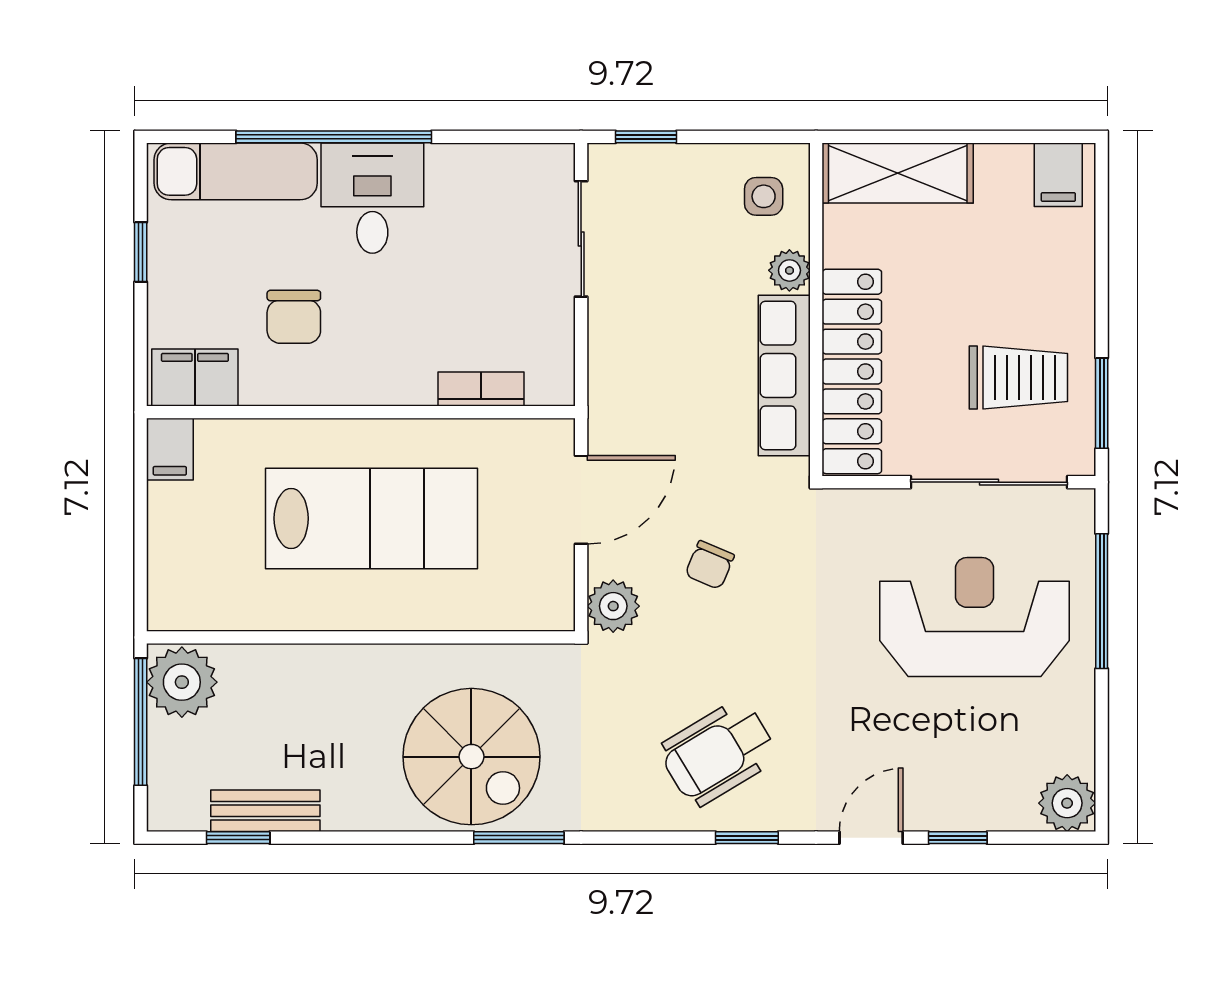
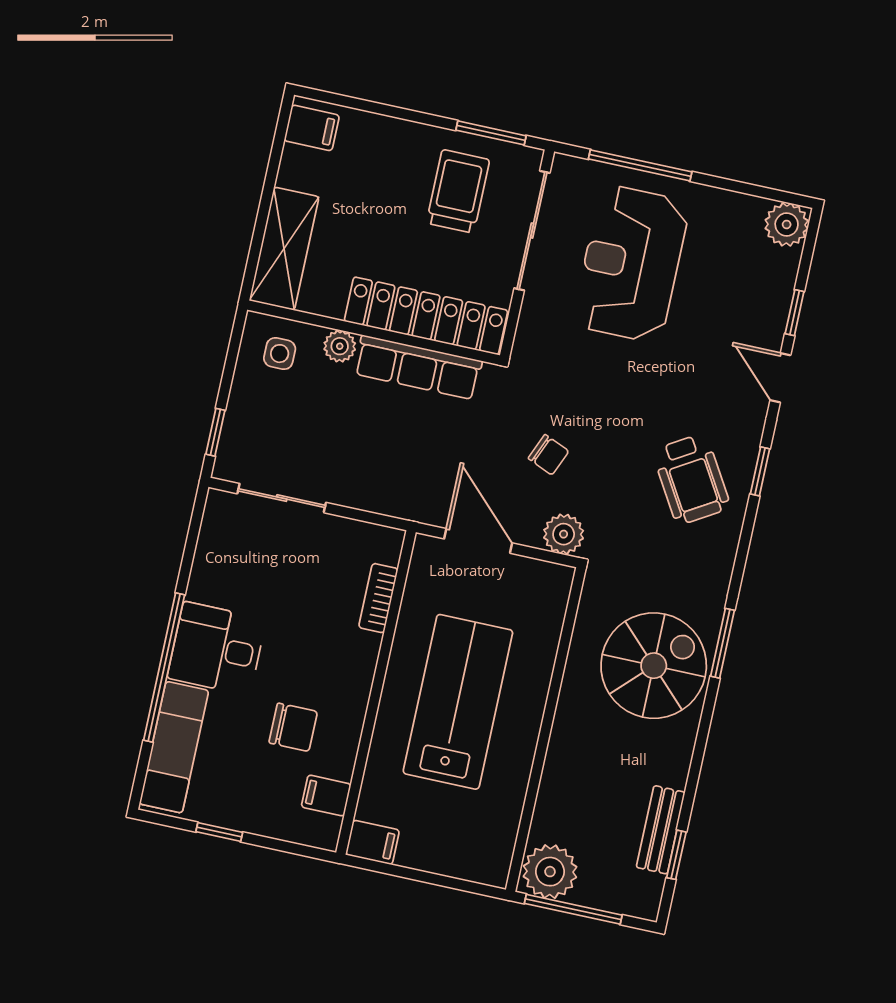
filing cabinet: (195, 377) -> (326, 796), width x0.50

